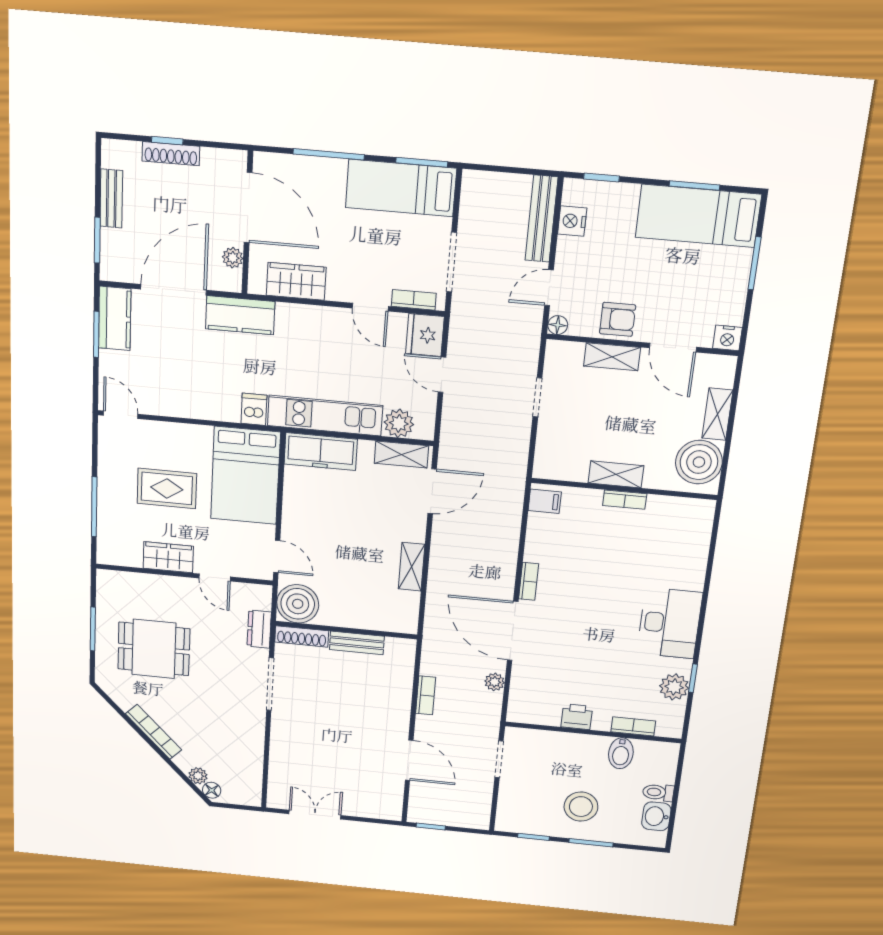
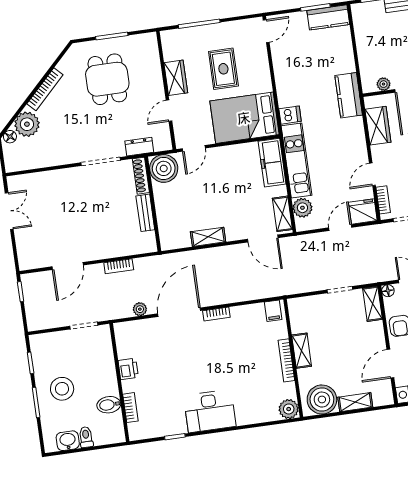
door: (174, 290) -> (355, 51), removed
shelving: (612, 357) -> (373, 304), moved
bookcase: (625, 500) -> (286, 360), width x1.56
plant: (674, 687) -> (289, 409), moved
plant: (198, 776) -> (27, 124), width x1.87, depth x1.87

